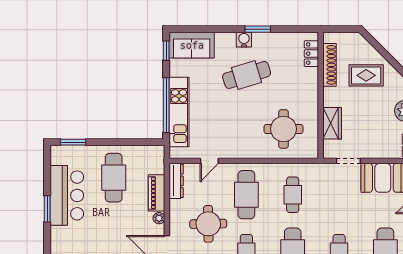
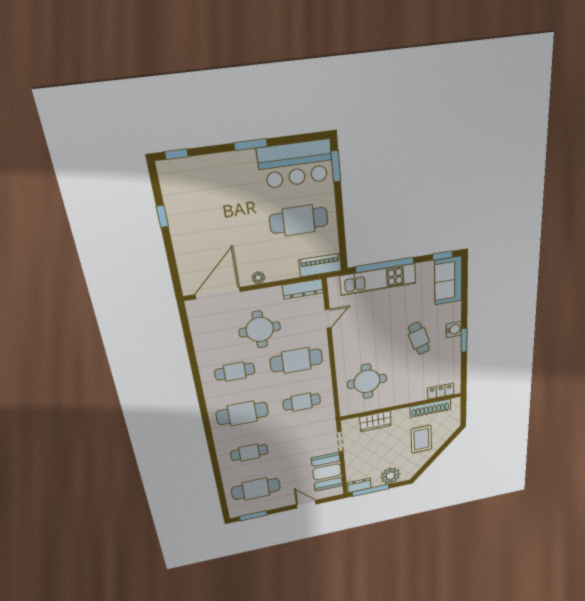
cafe table: (247, 75) -> (419, 338), width x0.73, depth x0.74
door: (209, 161) -> (328, 319), swing flipped
piano: (157, 193) -> (320, 265), moved
bar counter: (67, 195) -> (296, 164), moved

